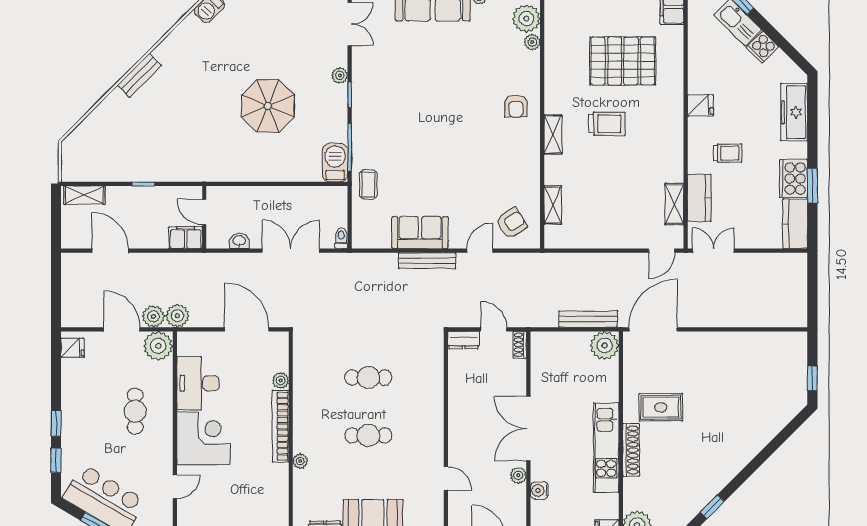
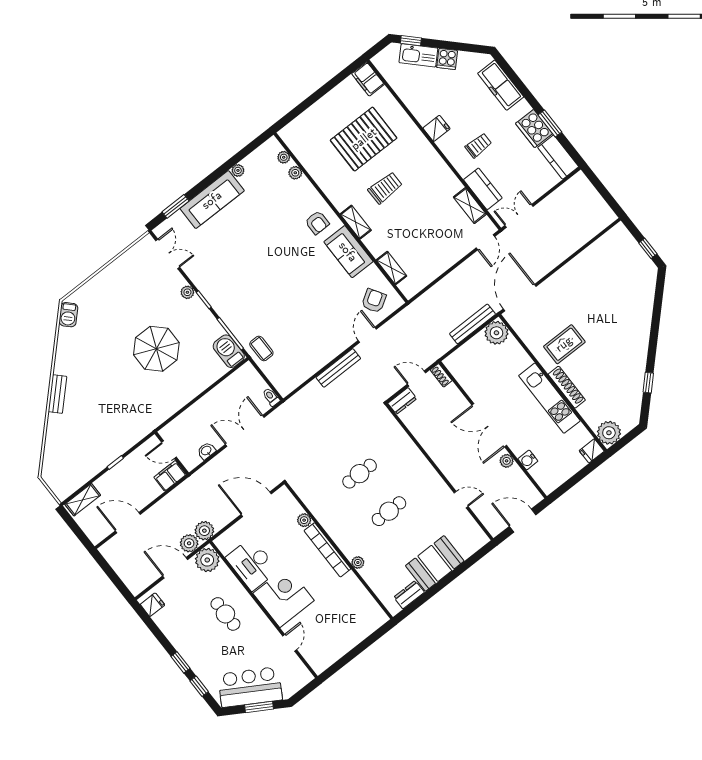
plant: (526, 19) -> (284, 157), width x0.53, depth x0.53
sofa: (420, 232) -> (348, 252), moved, turned -90

